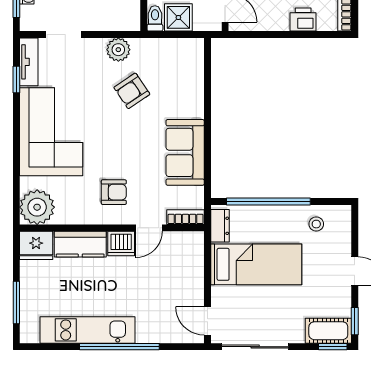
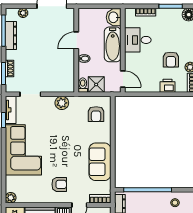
armchair: (132, 91) -> (96, 114), moved, turned -56
plant: (37, 207) -> (11, 198), width x0.53, depth x0.53

